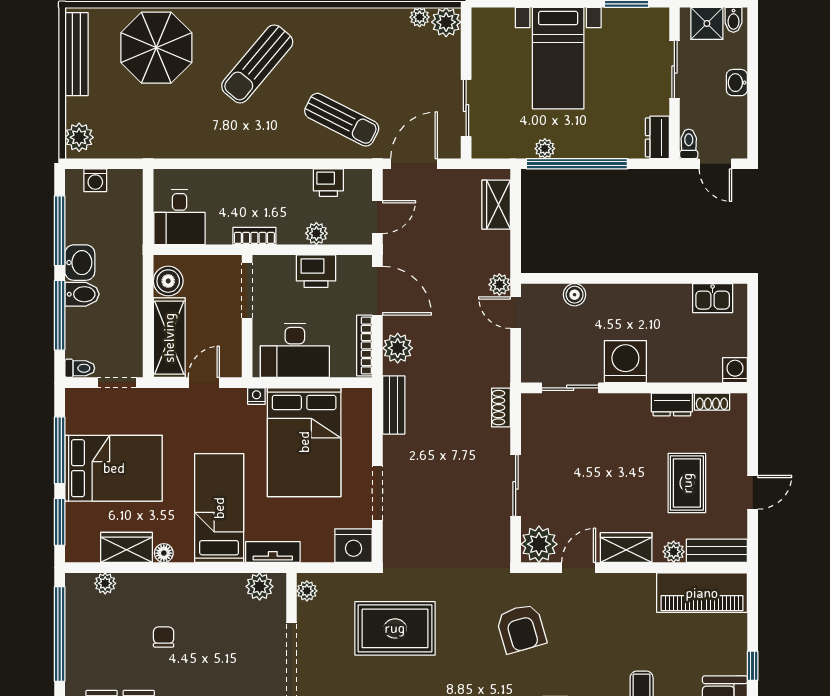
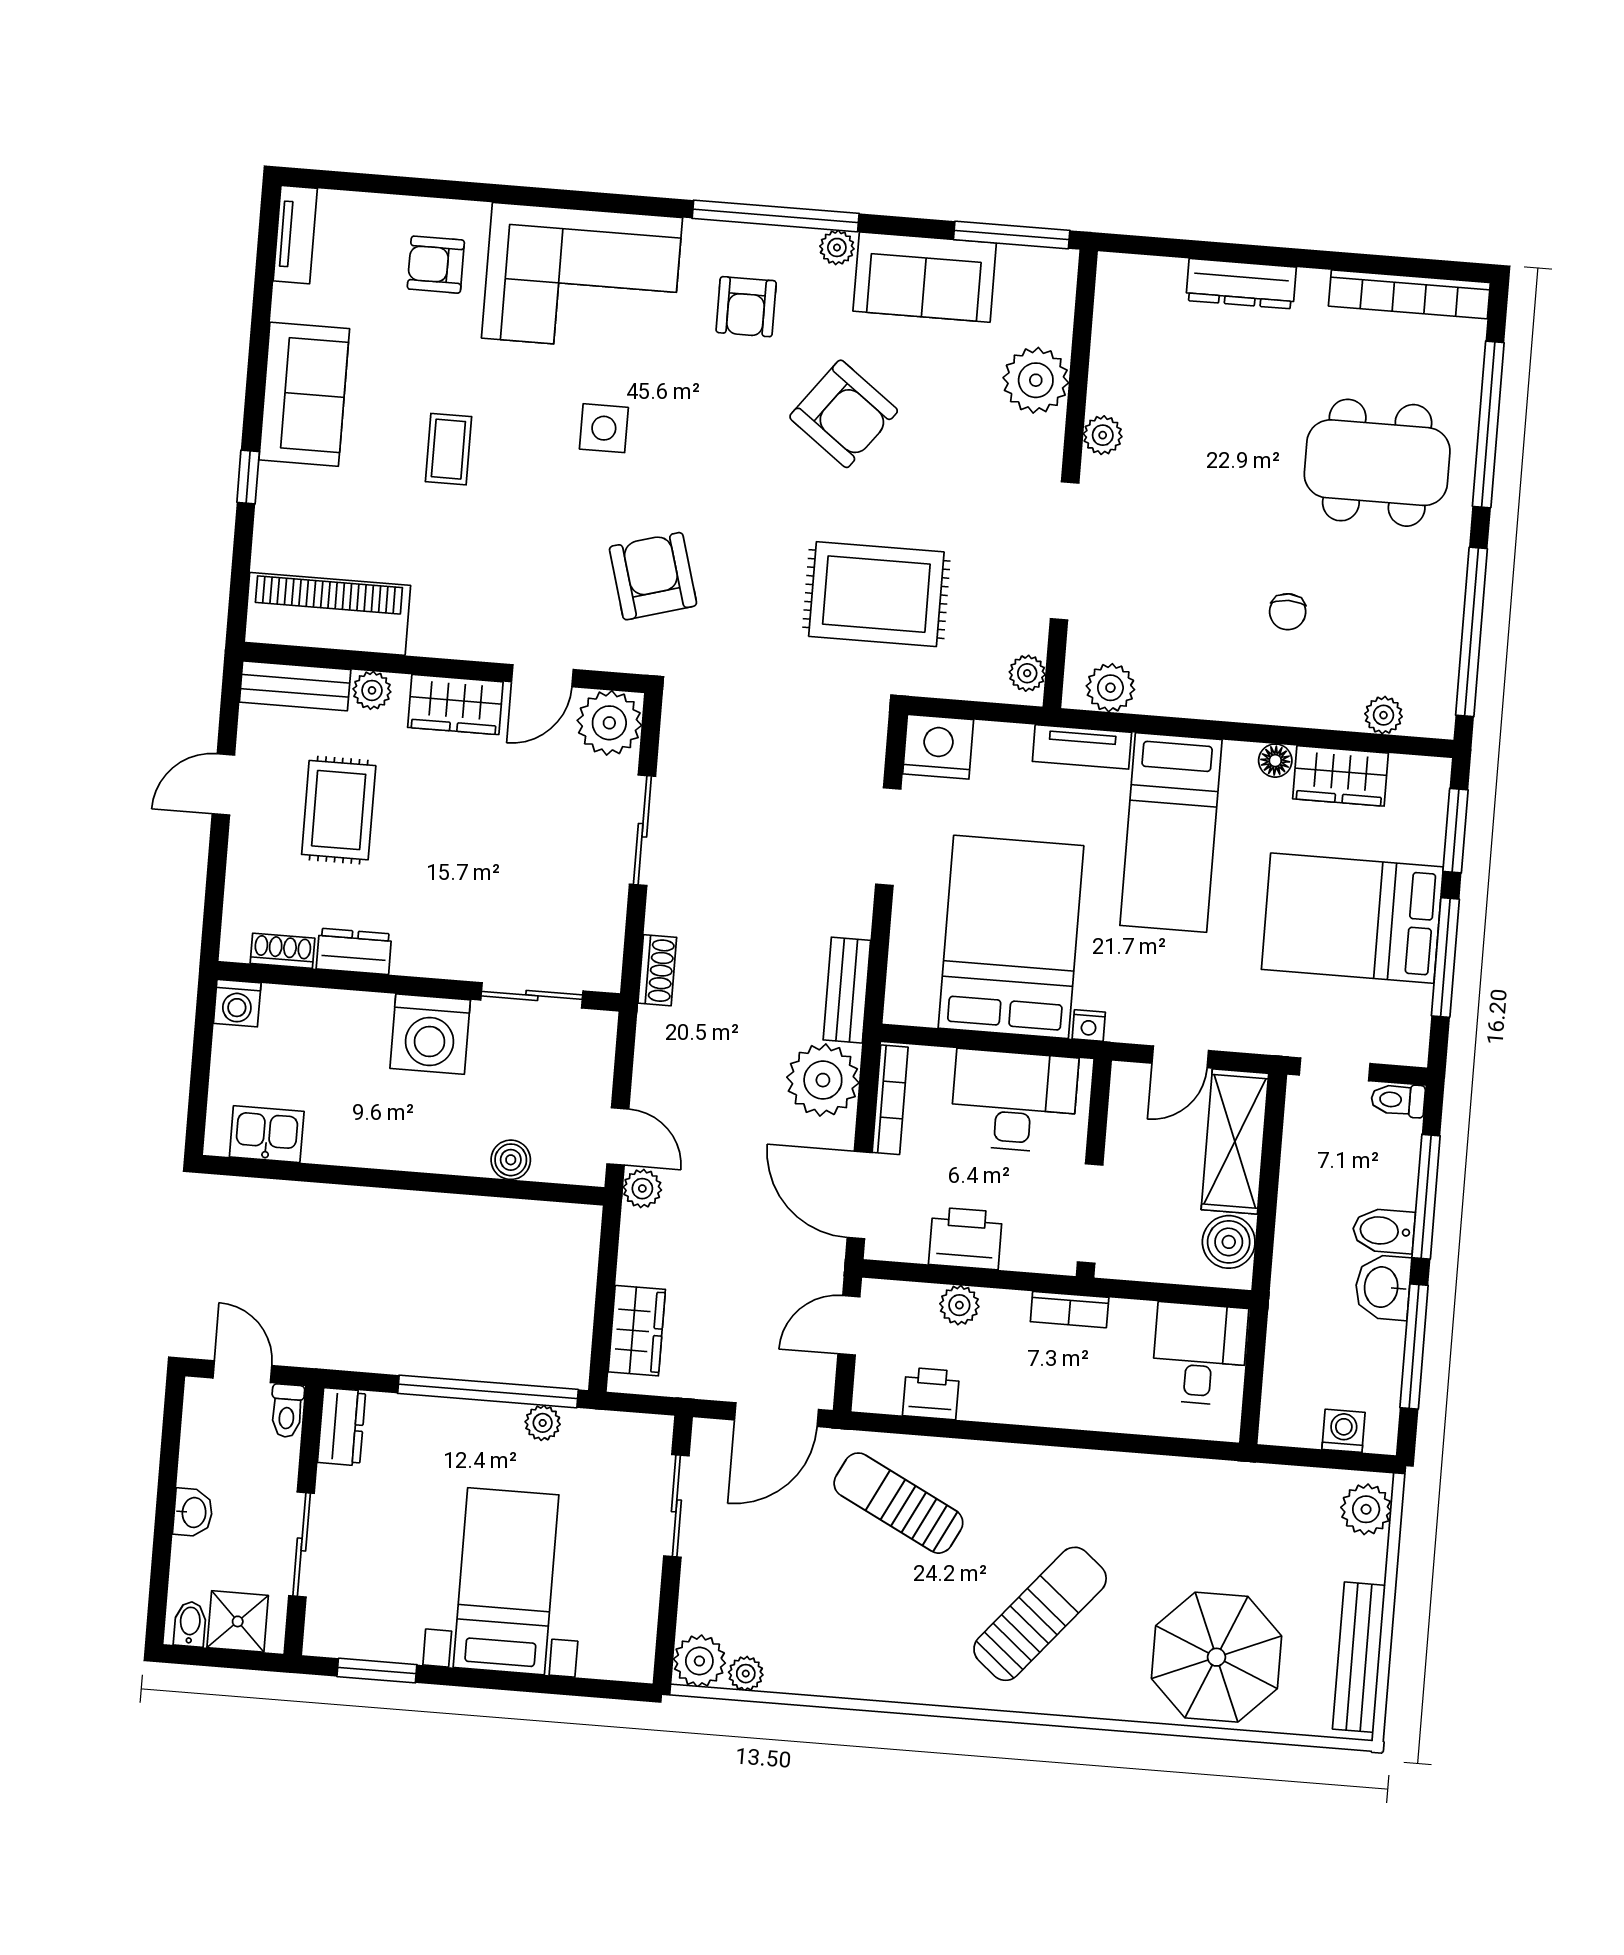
plant: (398, 348) -> (823, 1080), width x1.36, depth x1.36

